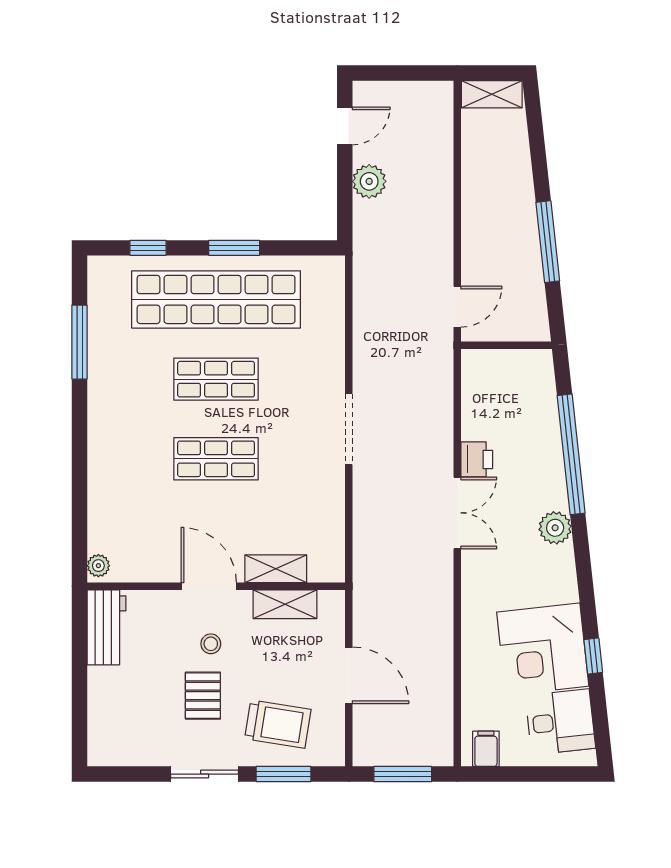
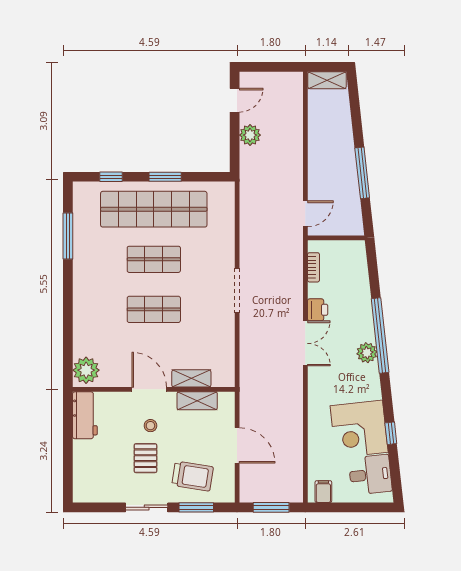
bookcase: (470, 392) -> (313, 267), added
window: (571, 454) -> (380, 336), moved
plant: (98, 566) -> (86, 370), width x1.88, depth x1.88

